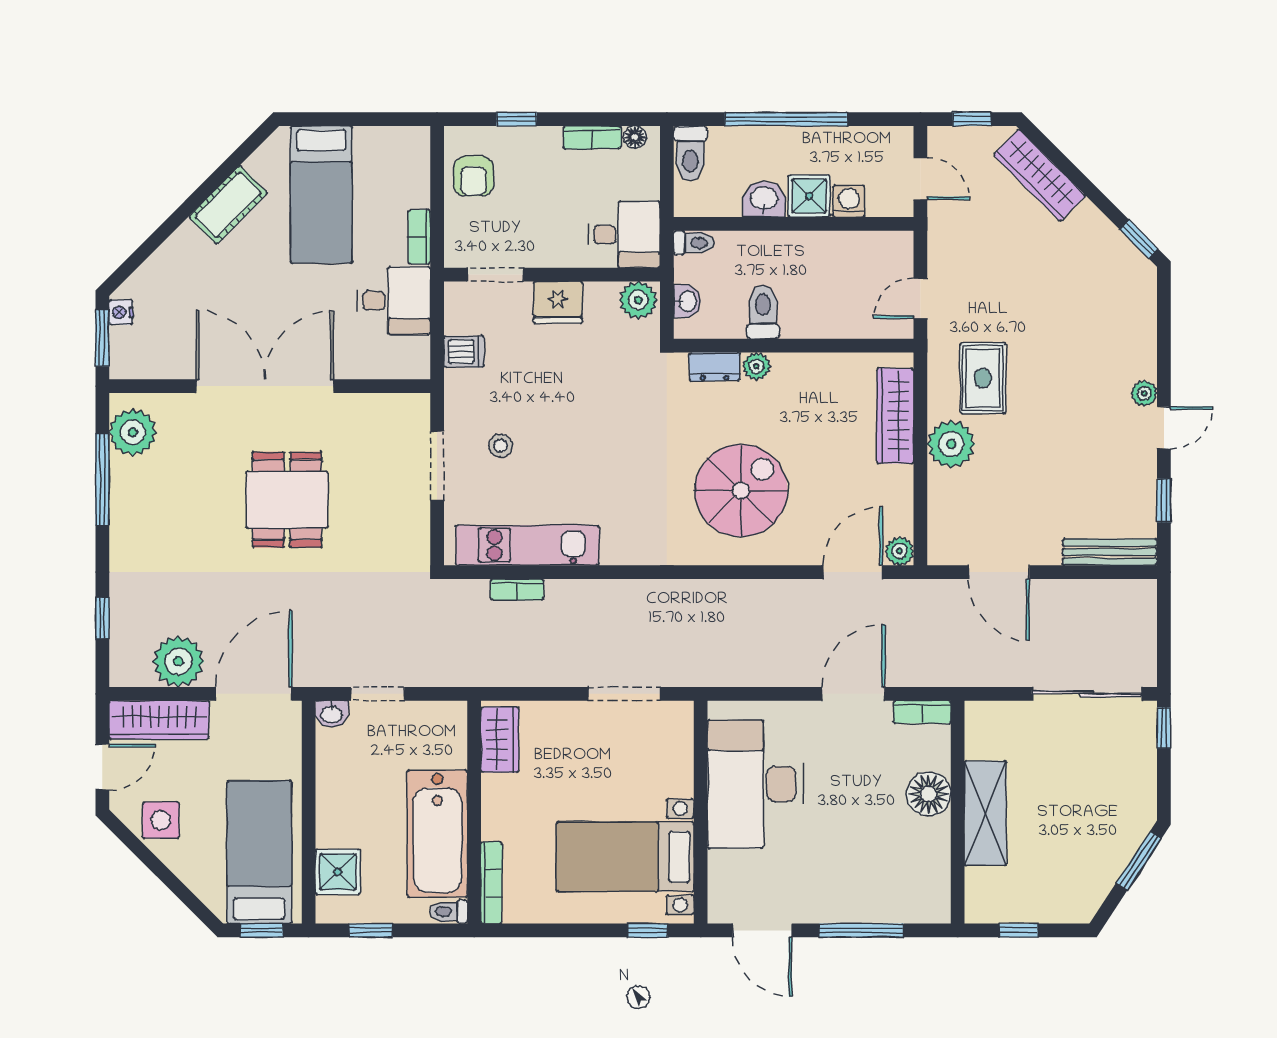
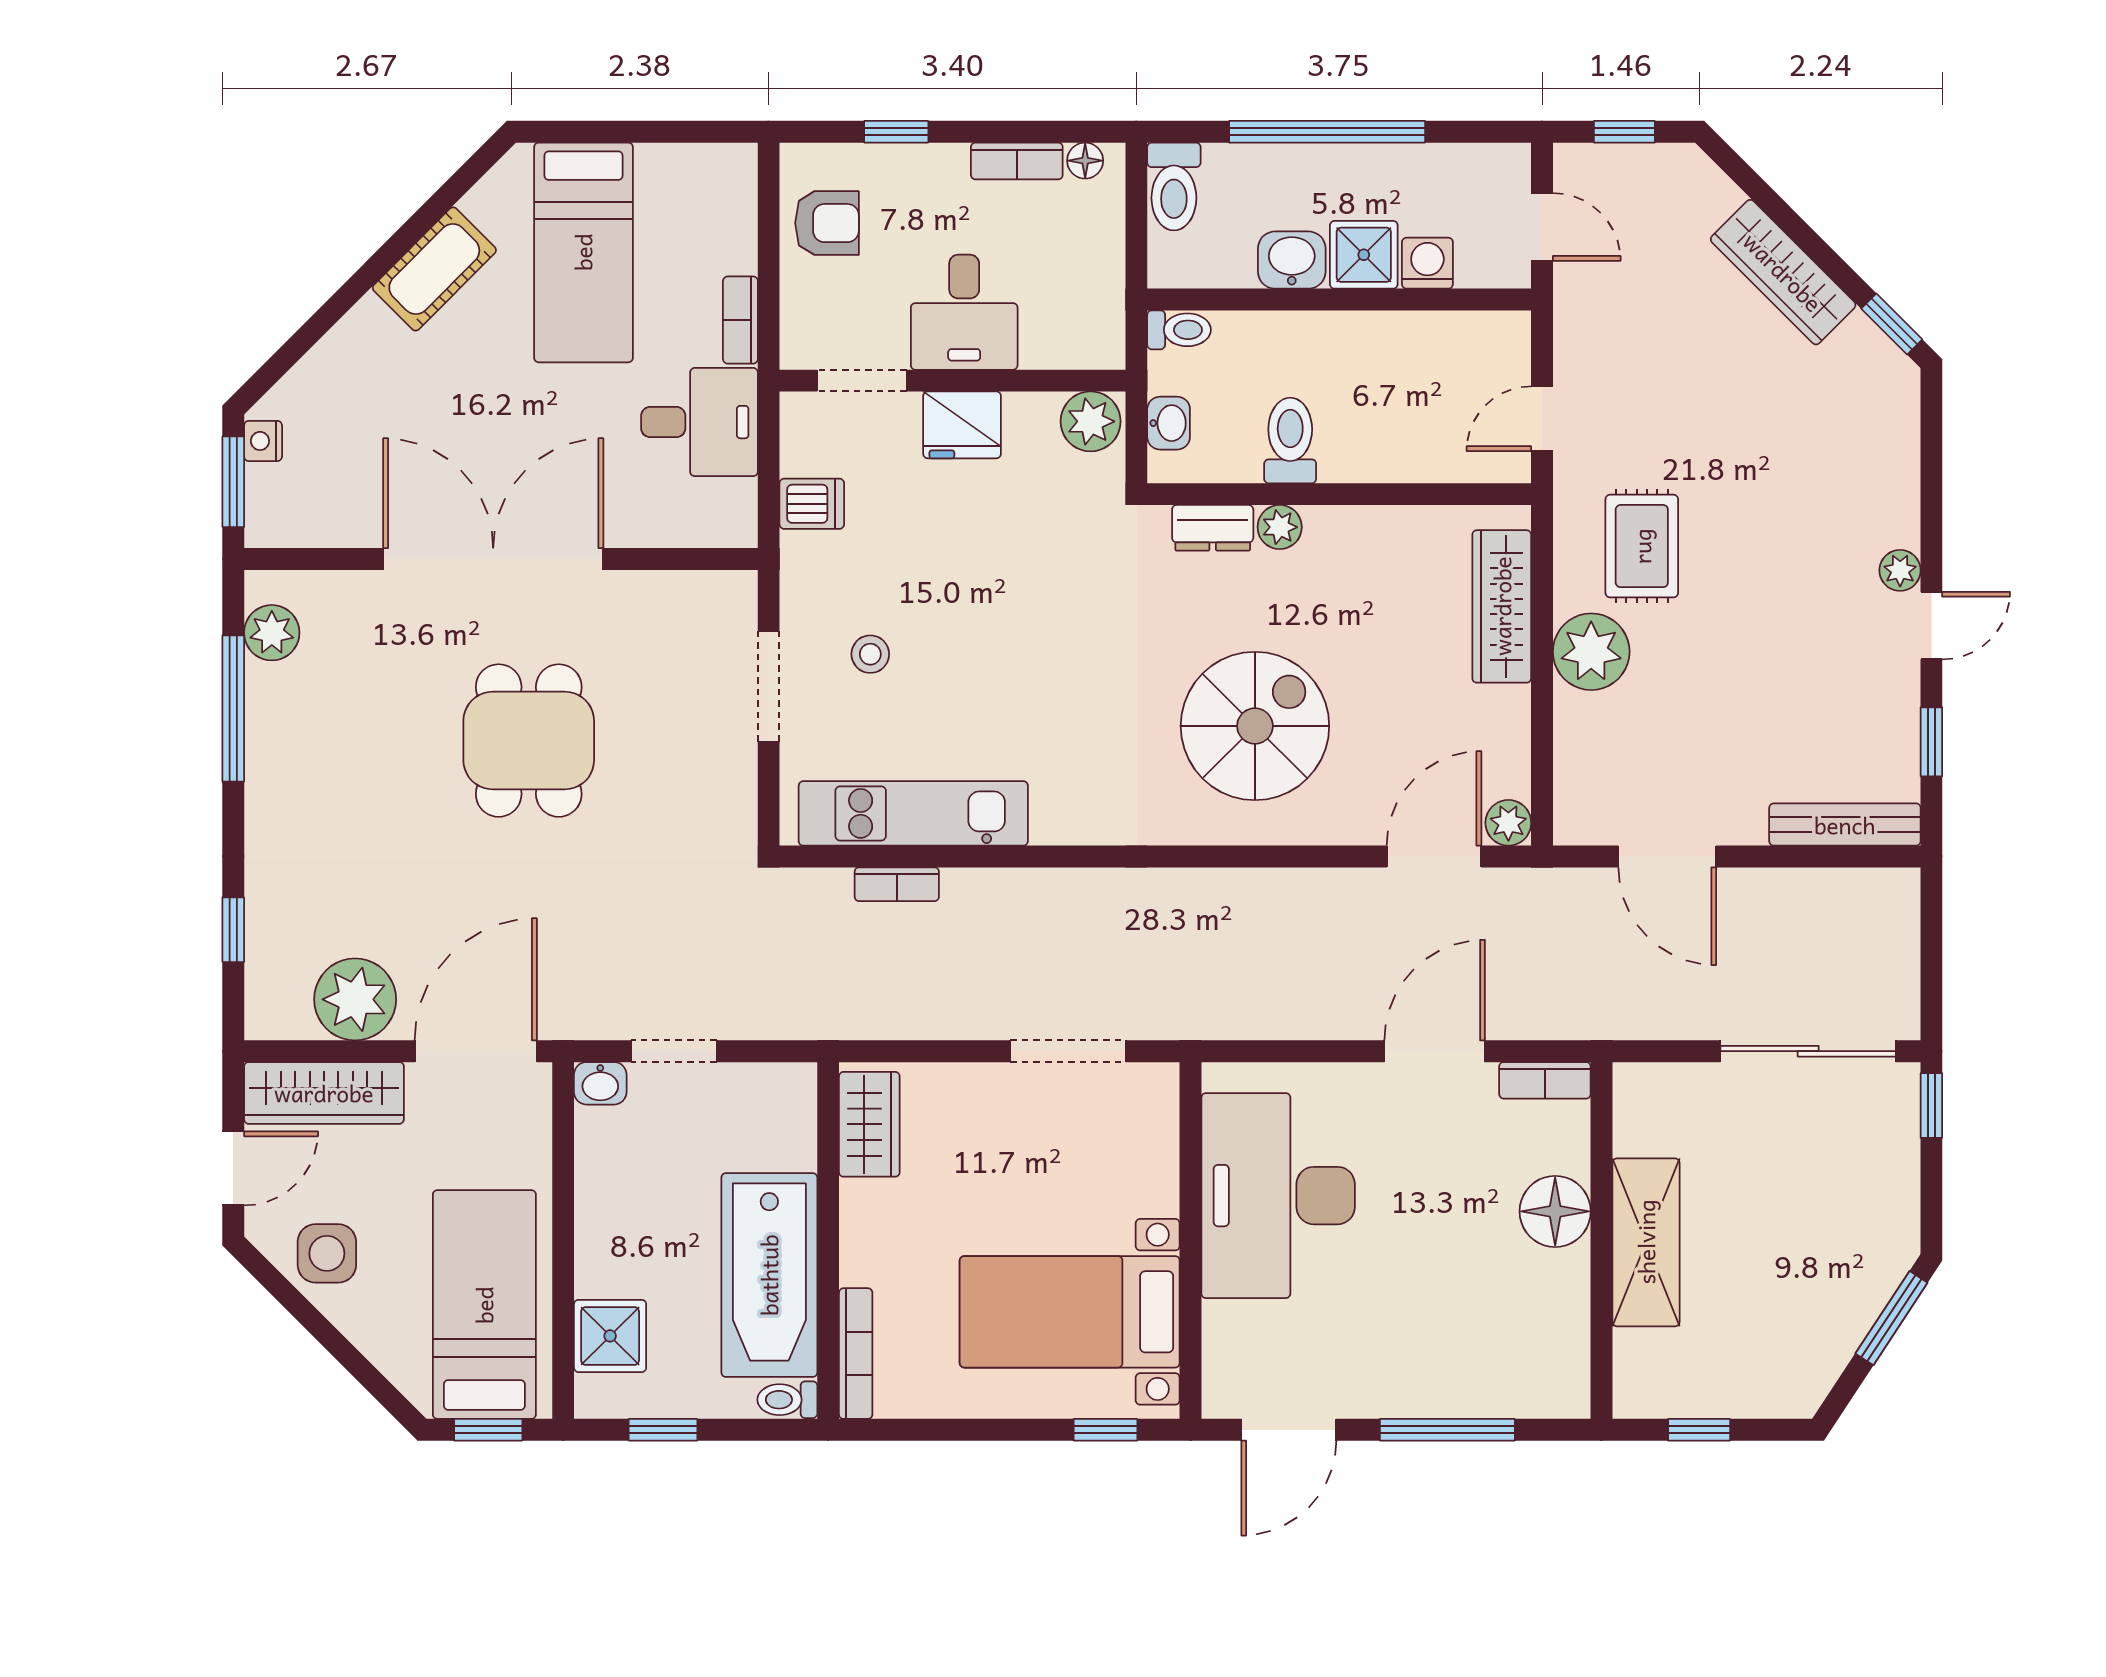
wardrobe: (1039, 175) -> (1783, 272), moved
armchair: (473, 176) -> (827, 223), turned -90
desk: (624, 235) -> (964, 312), moved, turned 90
plant: (133, 432) -> (272, 633), width x0.73, depth x0.73
door: (762, 930) -> (1289, 1430), hinge flipped

